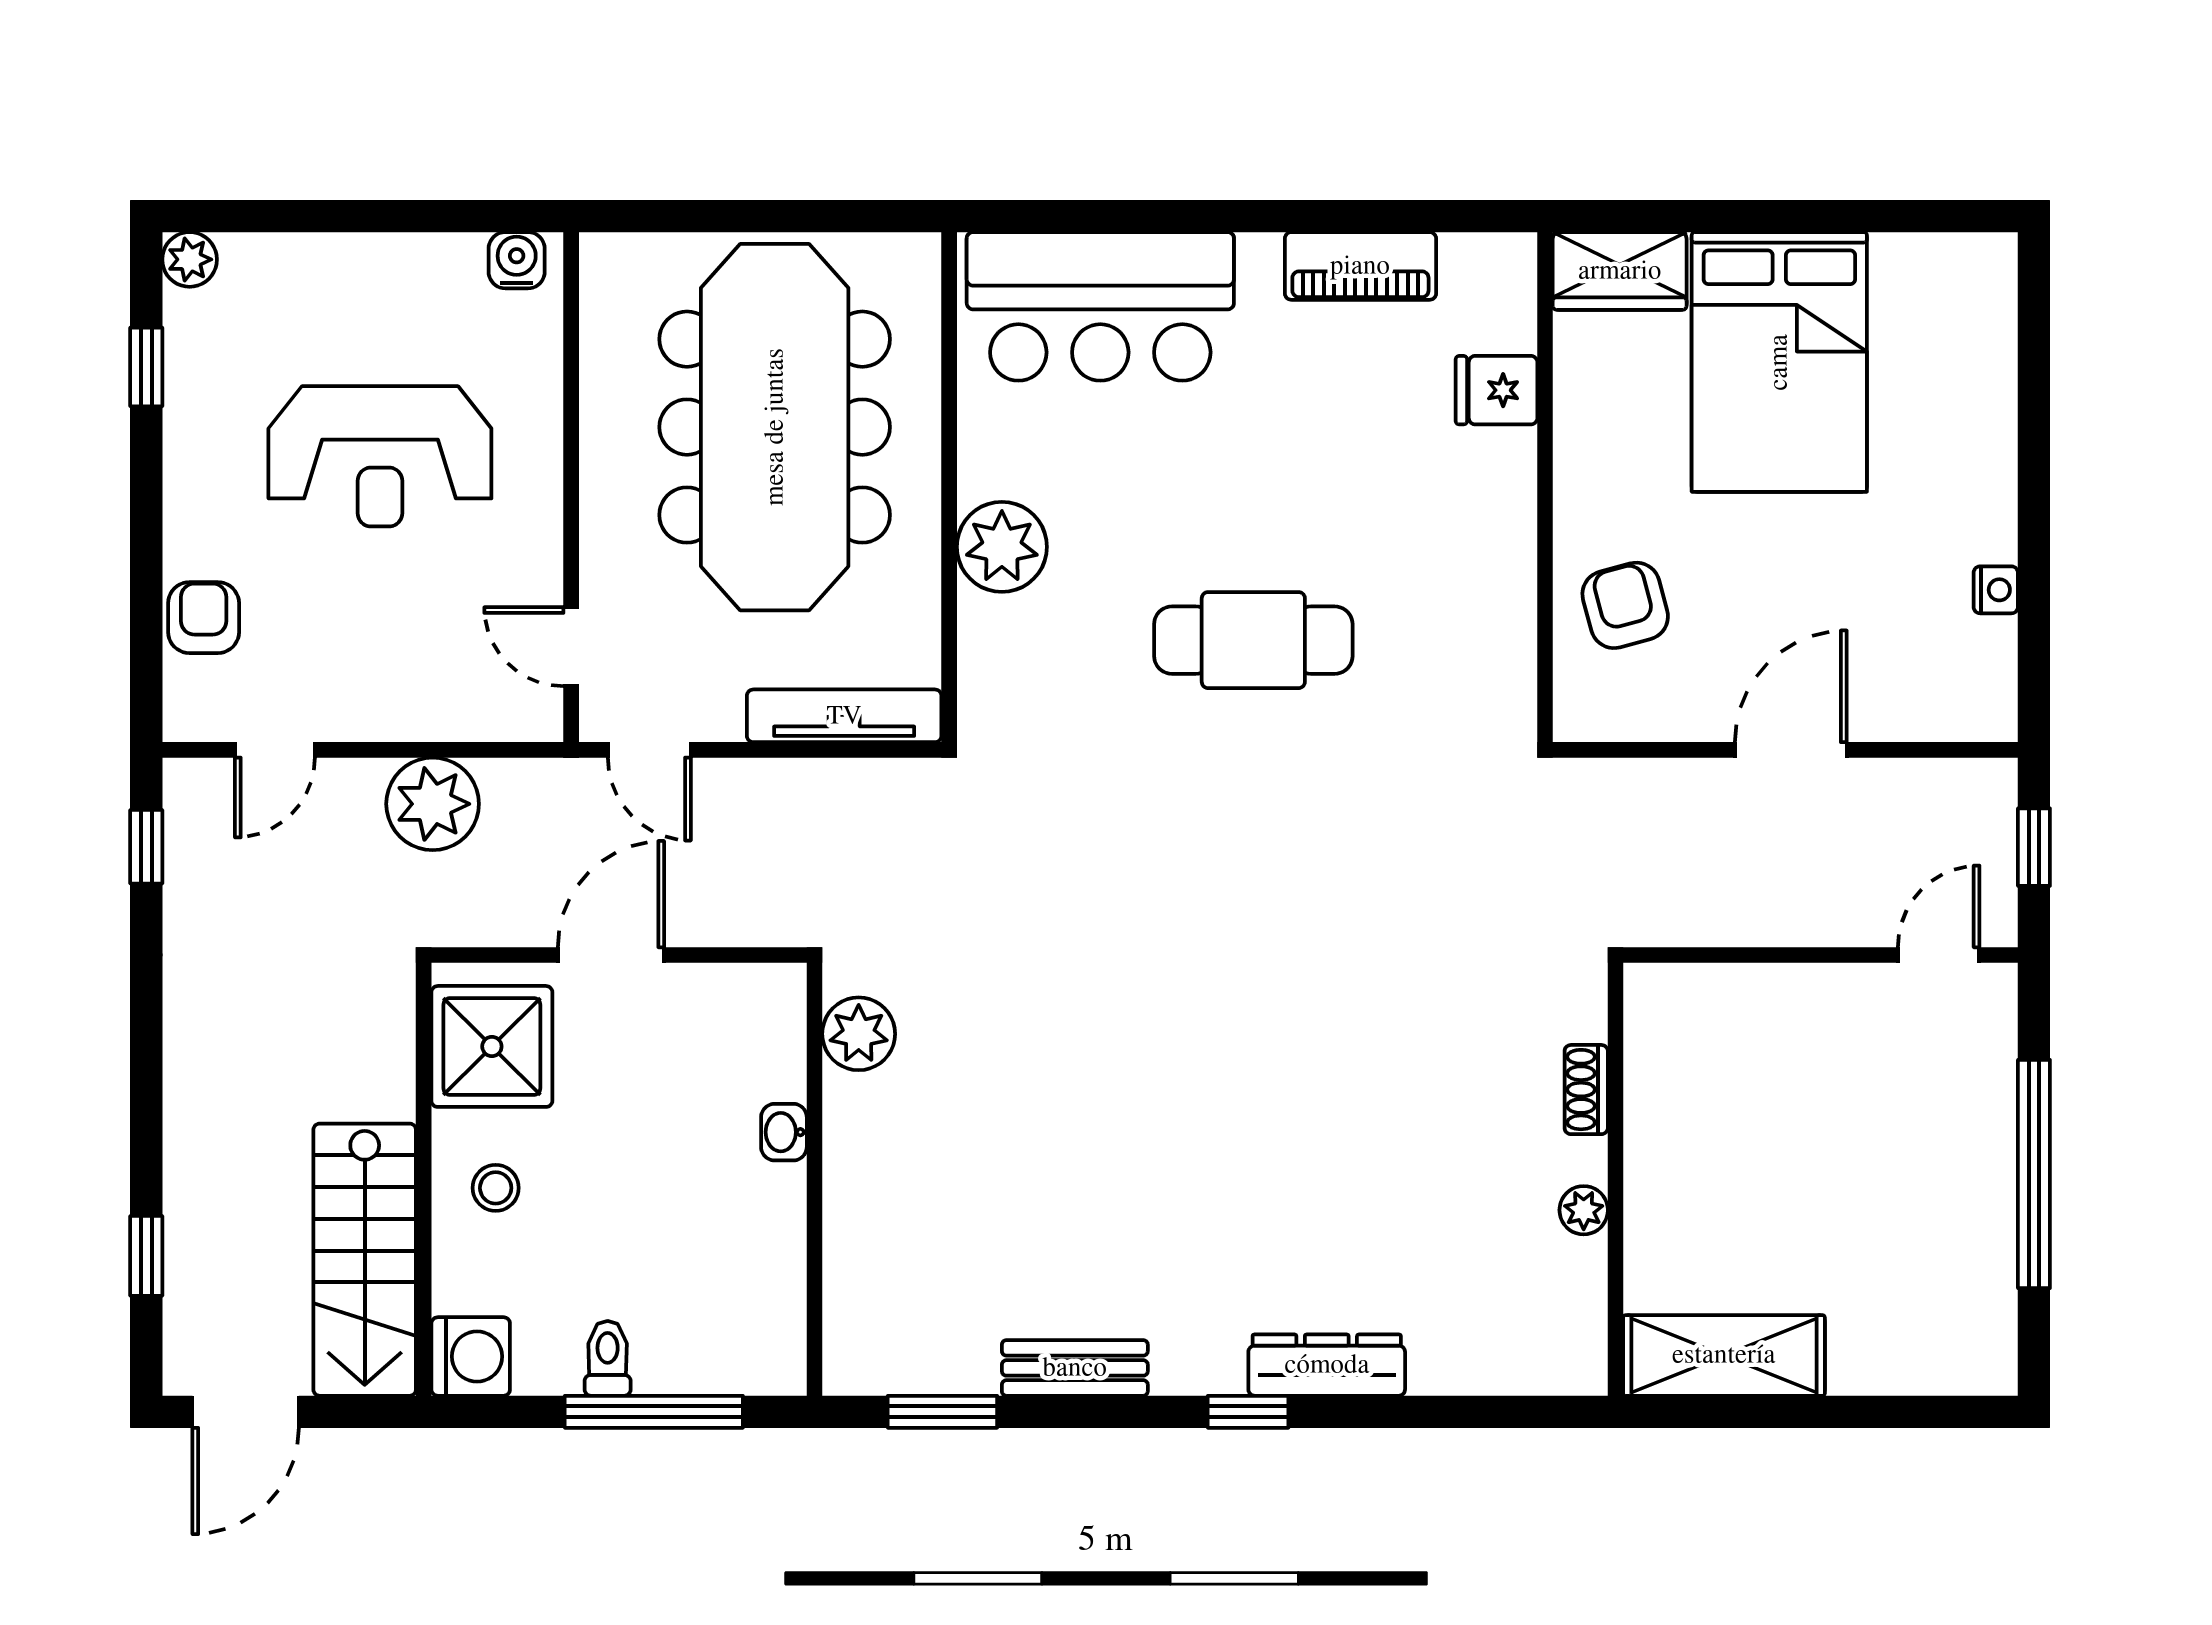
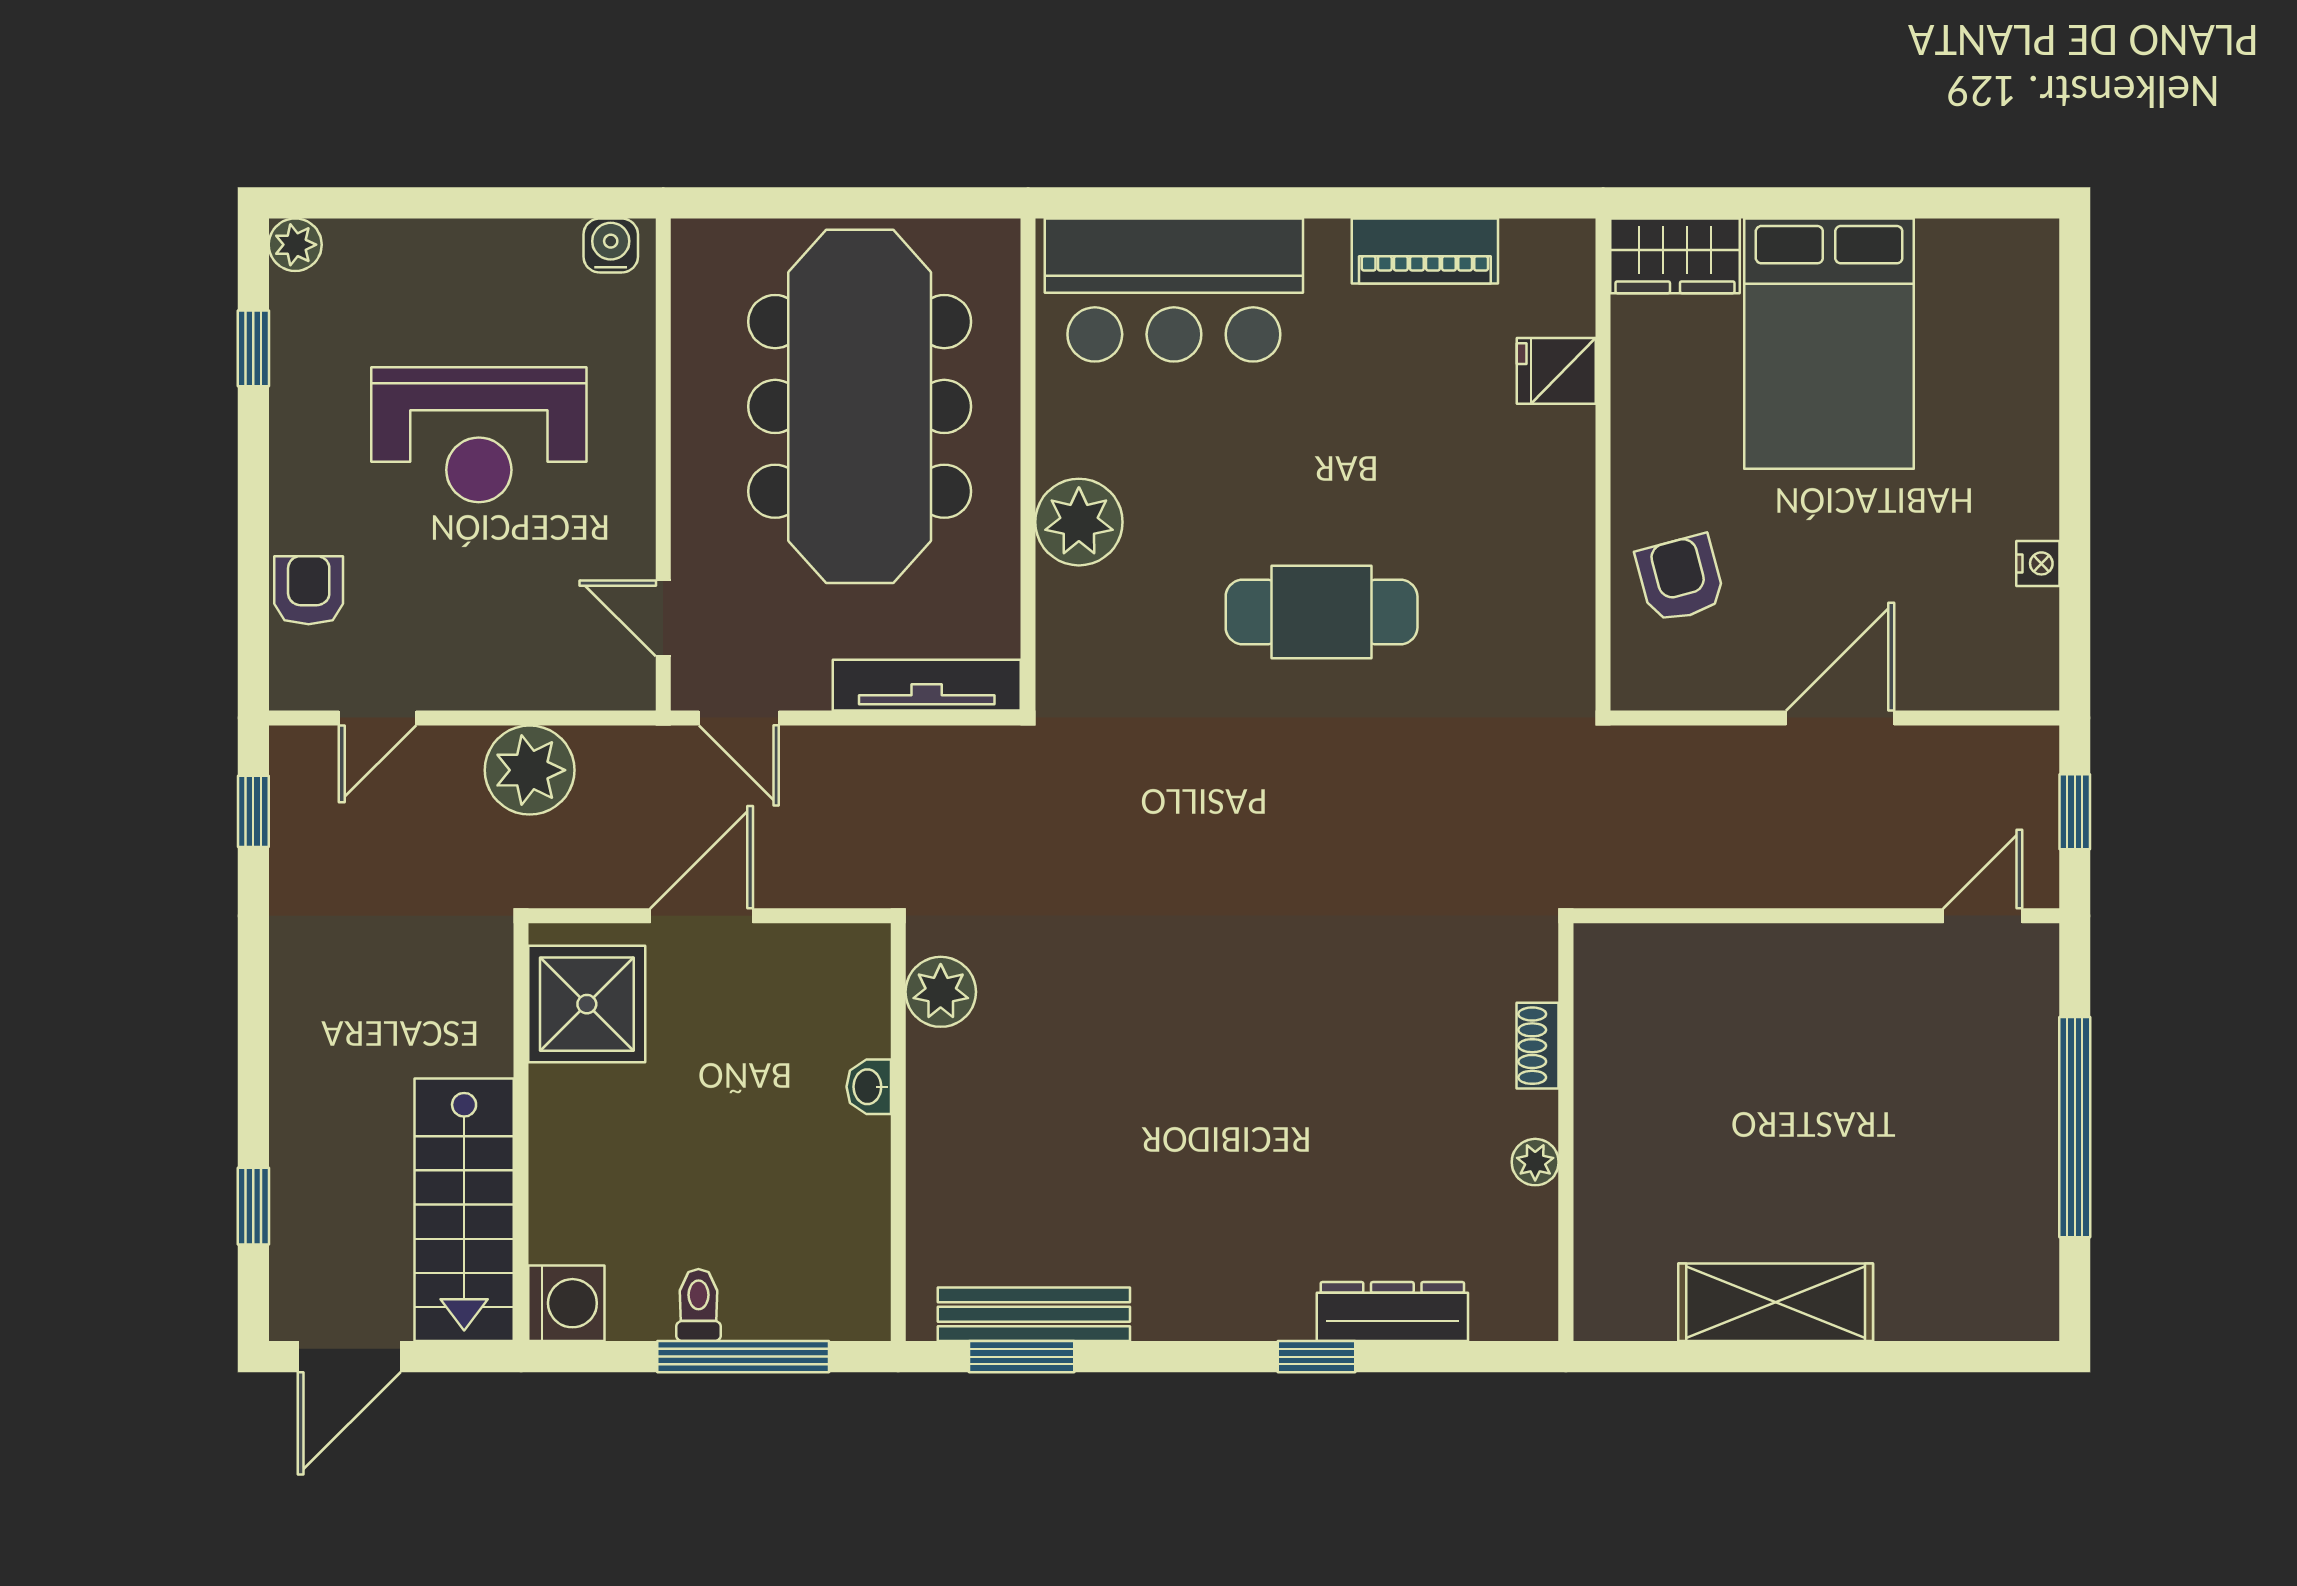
shoe rack: (1586, 1090) -> (1538, 1046), moved
wall: (1616, 1179) -> (1566, 1132), moved
stool: (496, 1188) -> (590, 1141), removed
plant: (1584, 1210) -> (1535, 1162), moved
bench: (1075, 1368) -> (1034, 1314), moved, width x1.36

